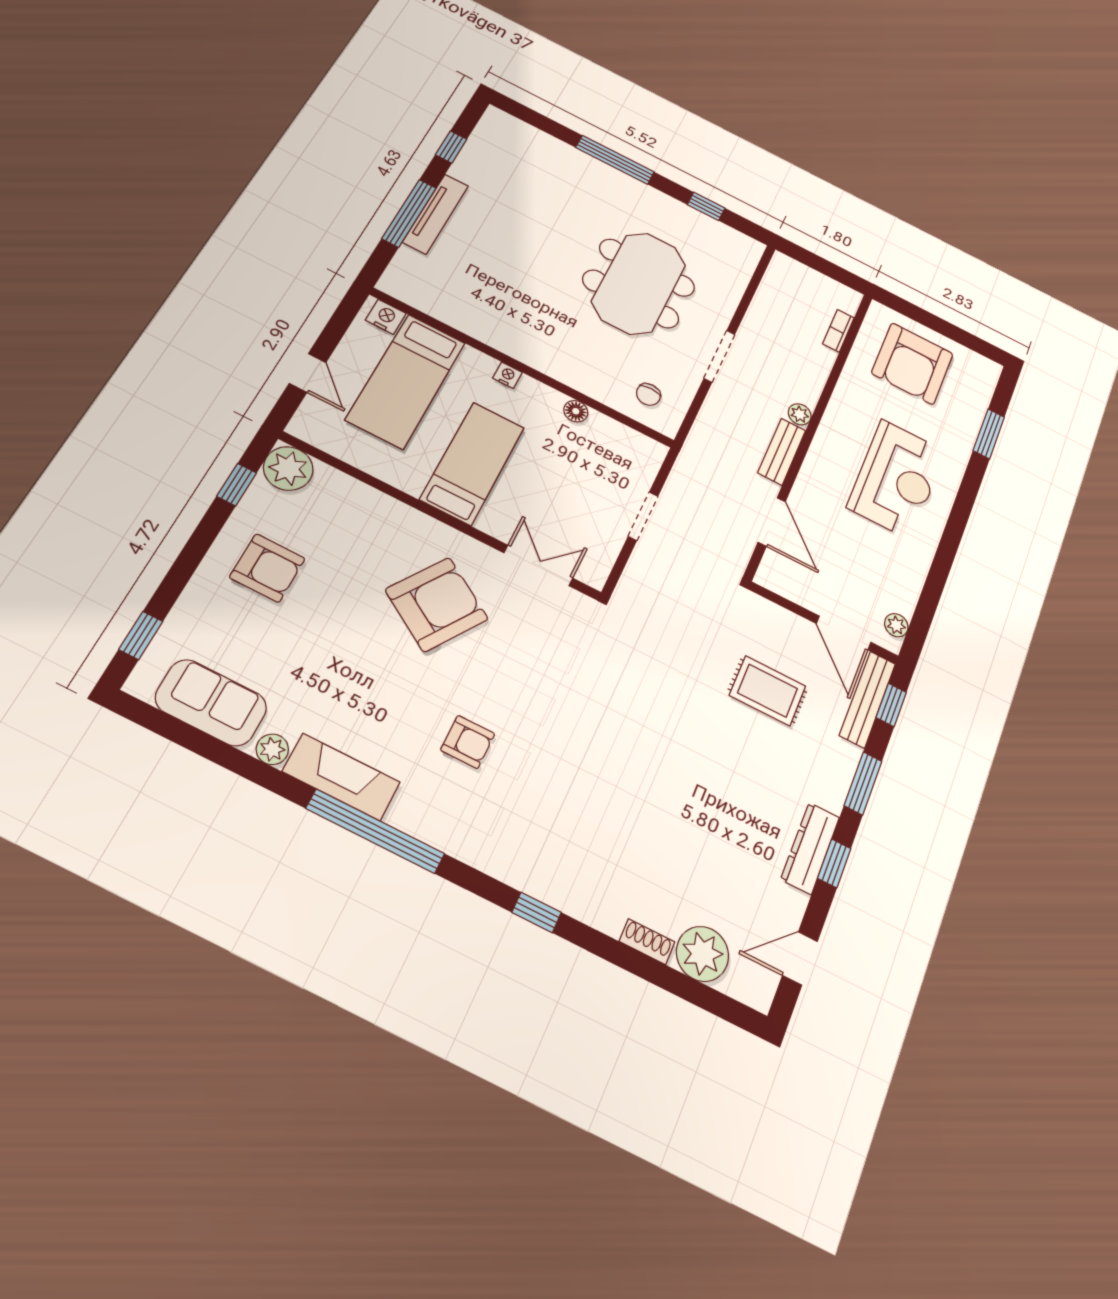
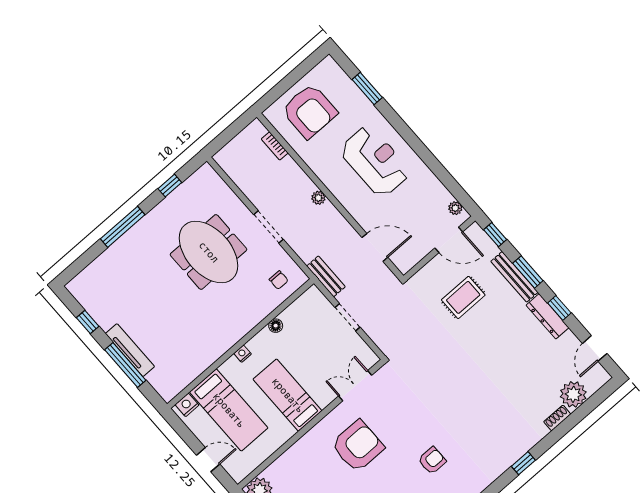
bench: (782, 452) -> (326, 276), moved
armchair: (437, 604) -> (358, 446), turned 57
bench: (868, 699) -> (514, 277), moved

